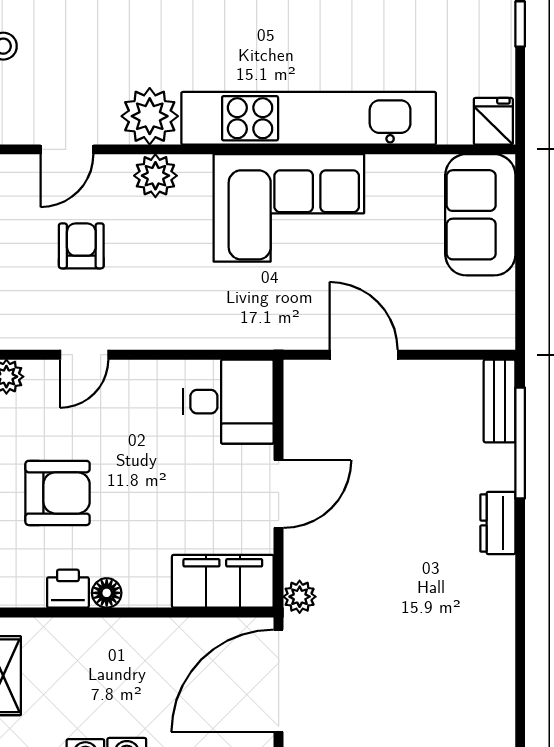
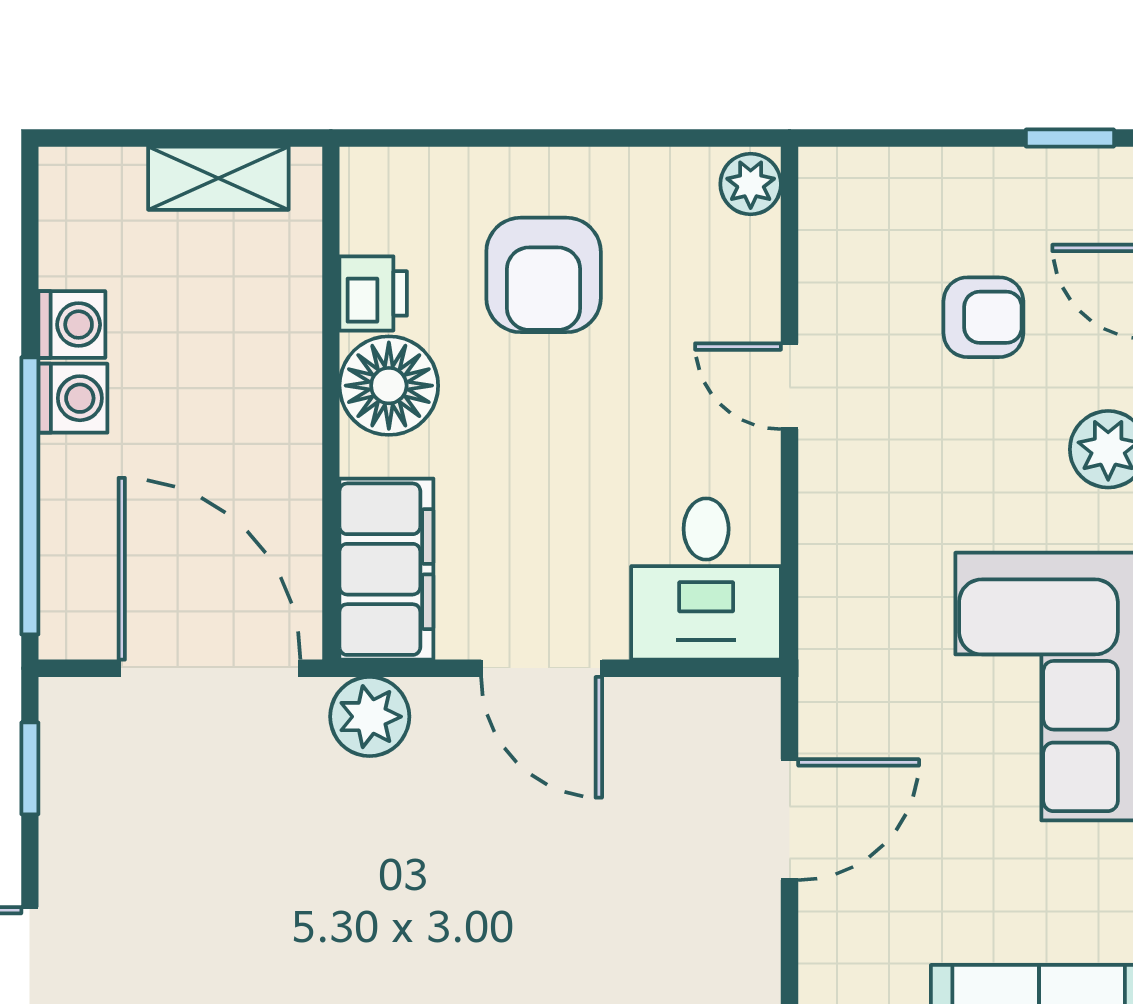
door: (84, 355) -> (790, 386), moved
floor lamp: (107, 593) -> (389, 386), width x1.89, depth x1.89
plant: (300, 597) -> (370, 717), width x1.38, depth x1.38

